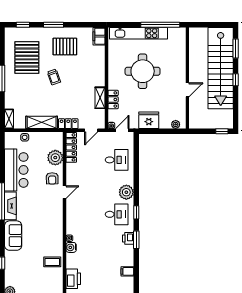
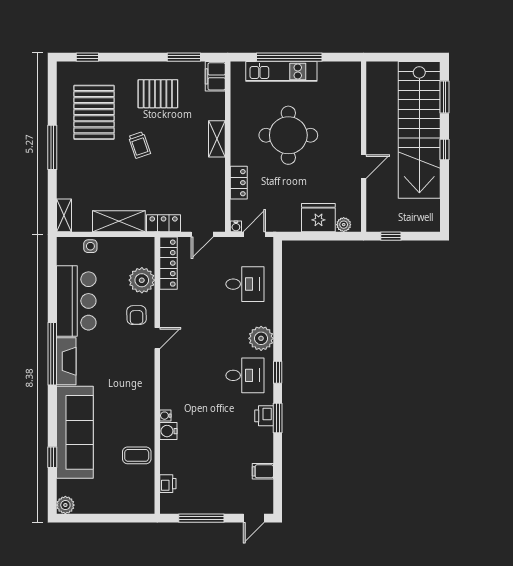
window: (53, 25) -> (184, 57), moved
window: (160, 25) -> (289, 57), moved
kitchen unit: (138, 33) -> (281, 71), width x0.73
shelving: (100, 98) -> (217, 139), moved
fridge: (149, 120) -> (318, 218), moved
window: (222, 131) -> (391, 236), moved
sofa: (13, 236) -> (75, 432), width x1.85, depth x1.27
printer: (73, 279) -> (168, 484), width x0.53, depth x0.68

